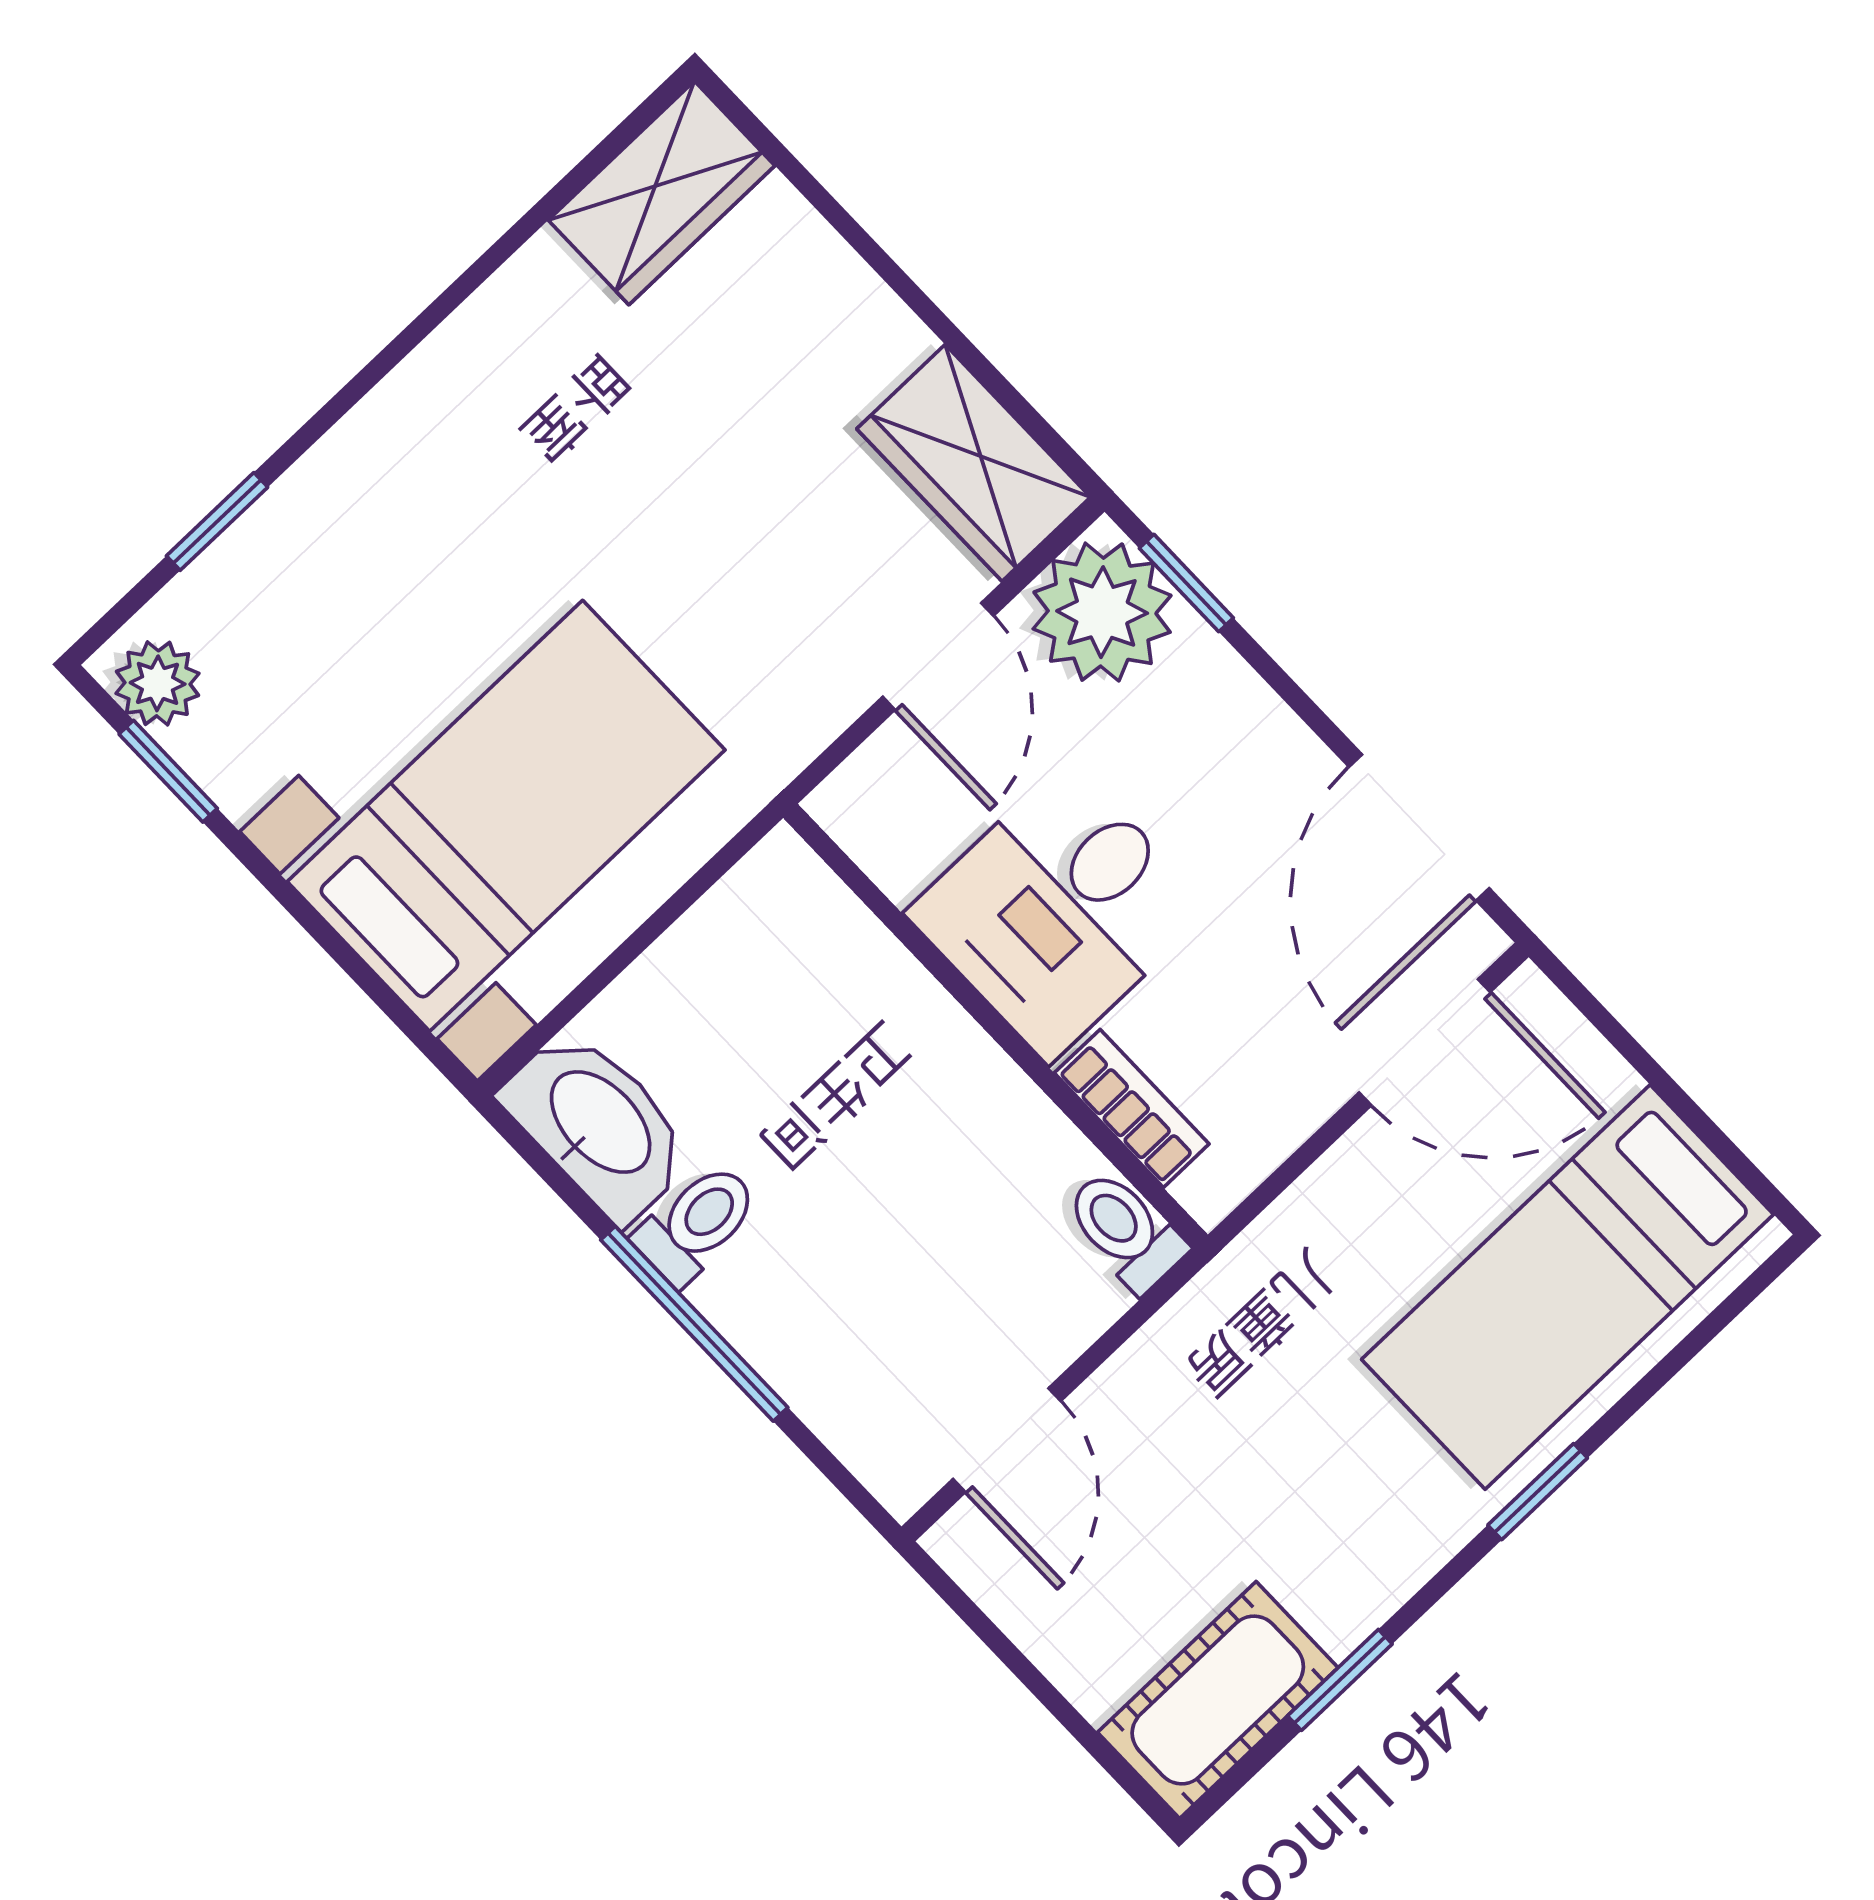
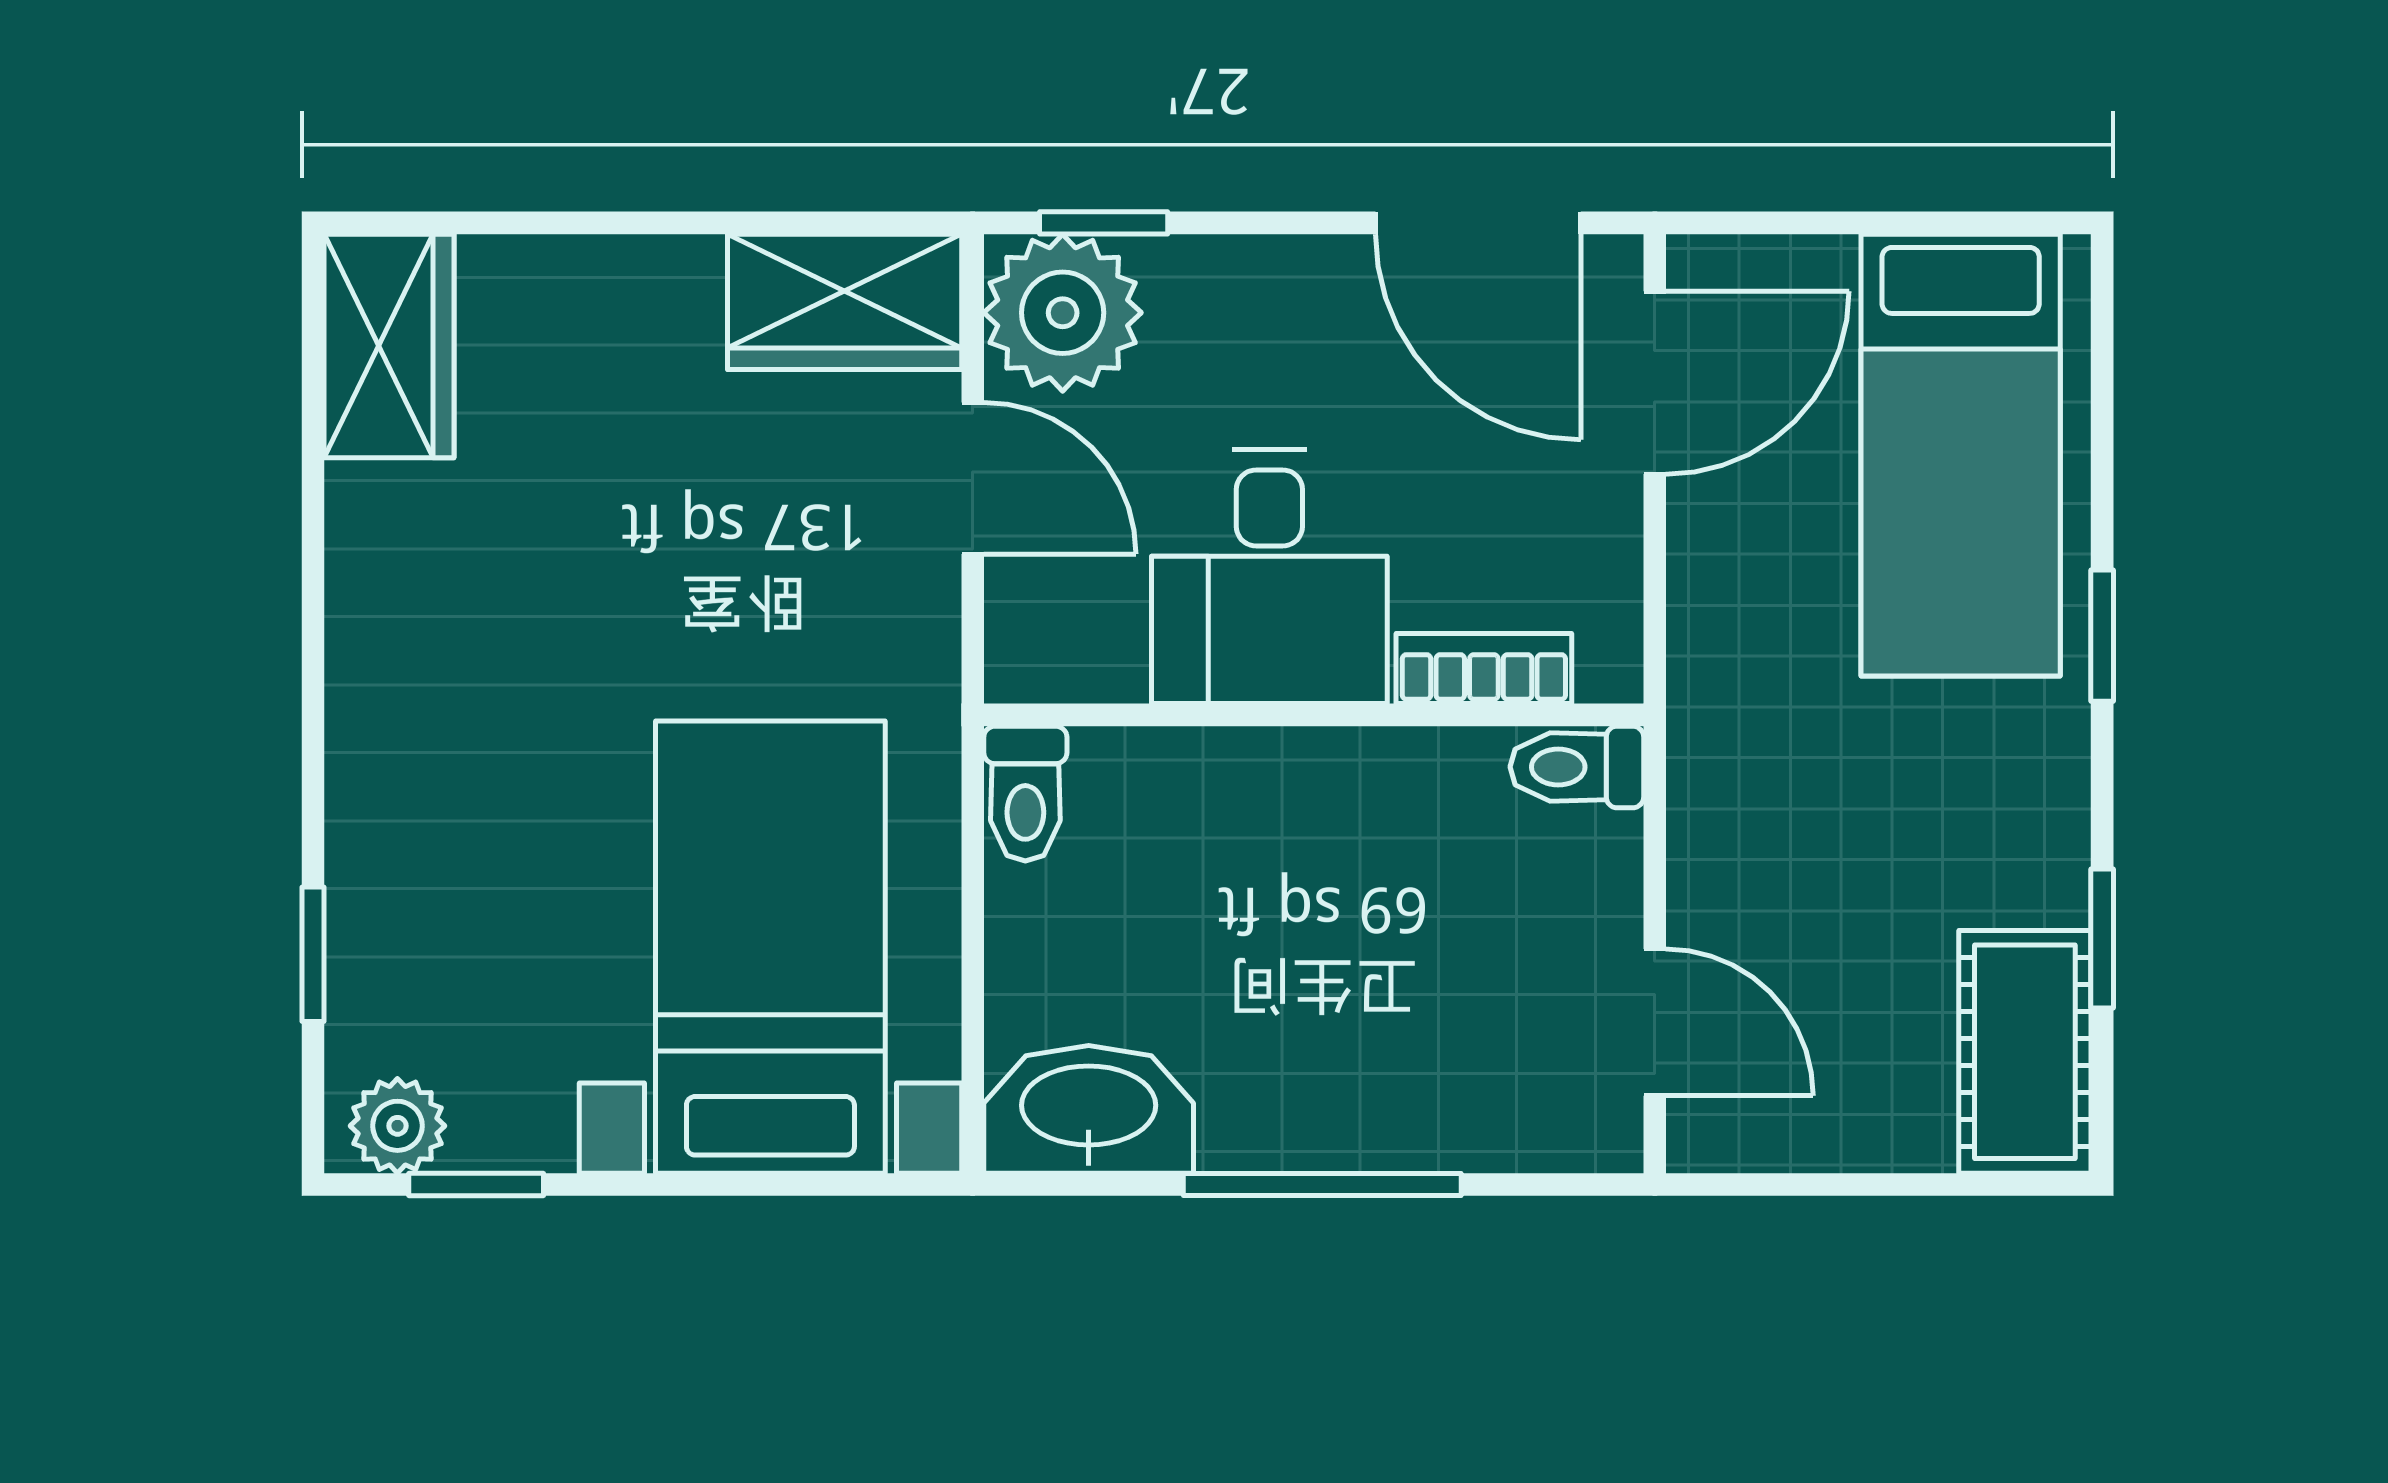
toilet: (697, 1223) -> (1025, 794), moved, turned 180

